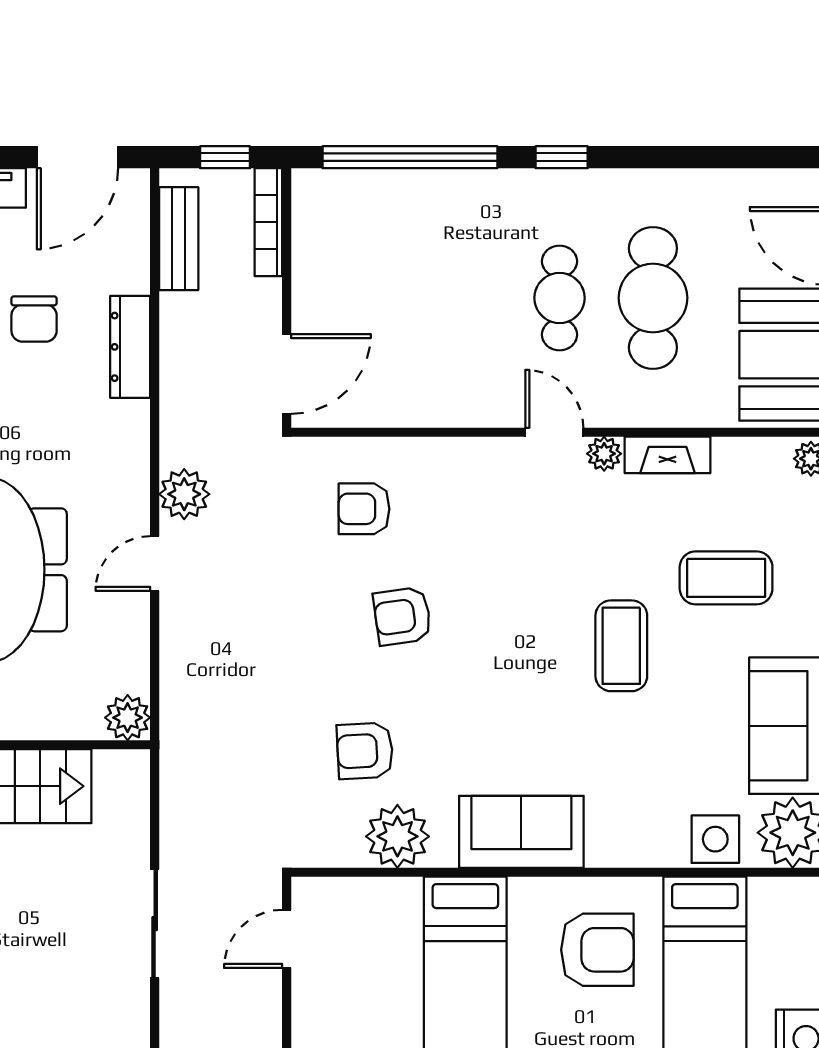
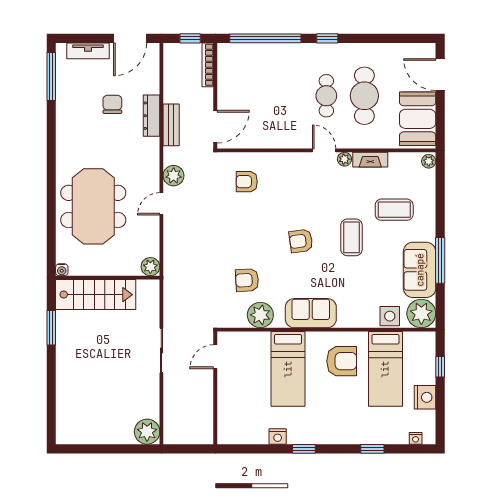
bench: (179, 239) -> (171, 125), moved
chair: (34, 319) -> (112, 104), turned 180
armchair: (402, 616) -> (301, 241), moved

